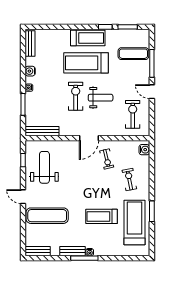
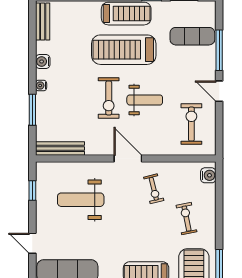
exercise bike: (76, 96) -> (109, 98), turned 180
door: (89, 138) -> (128, 159), swing flipped
weight bench: (44, 167) -> (81, 200), moved, turned -90

